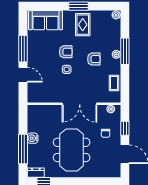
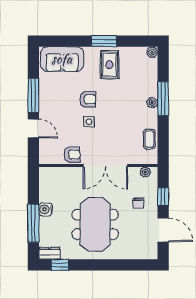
armchair: (94, 59) -> (72, 155), moved

